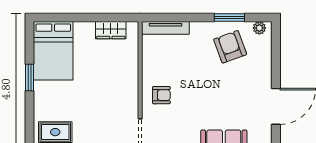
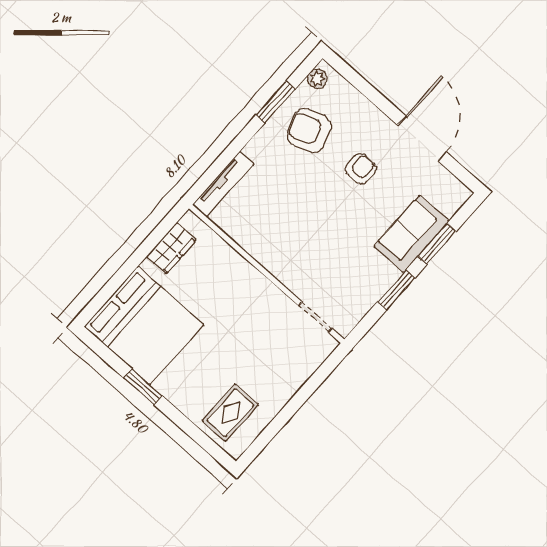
bed: (53, 51) -> (144, 326), width x1.36
armchair: (161, 95) -> (361, 169), moved

